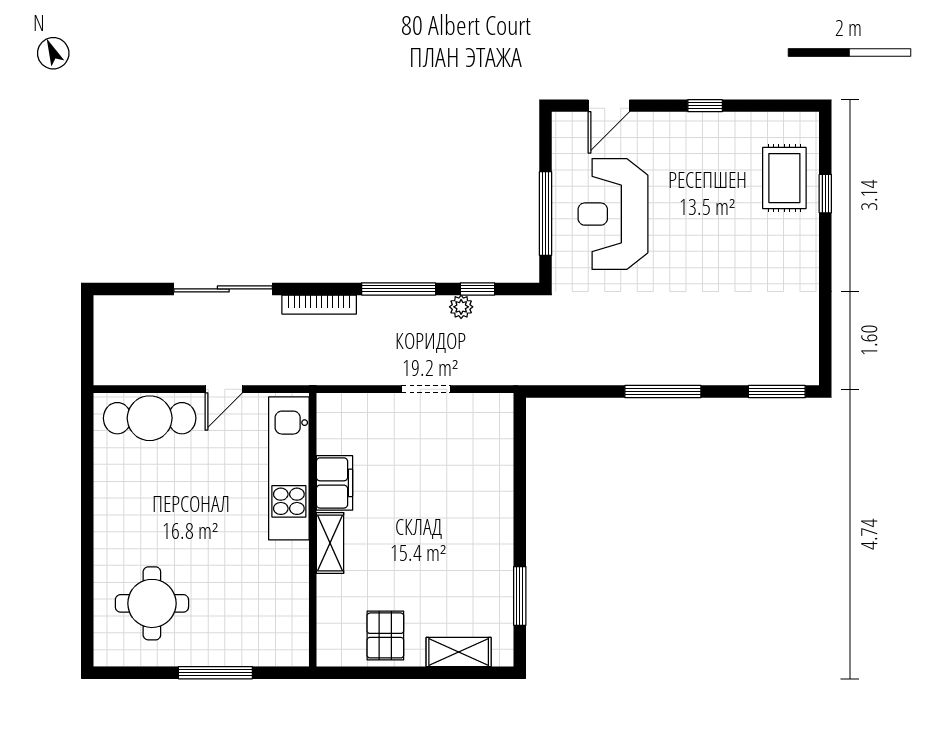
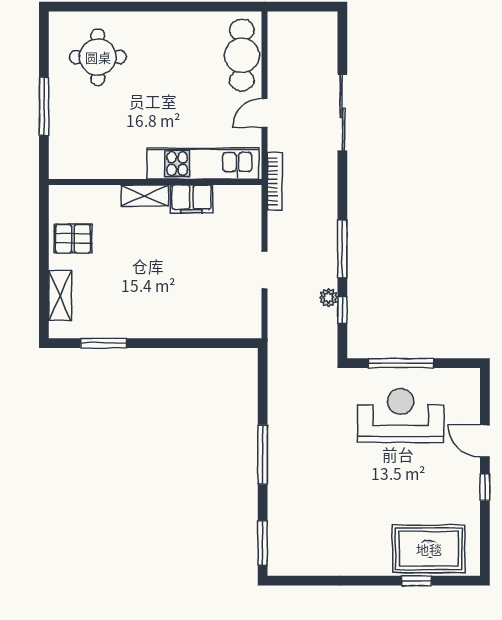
door: (609, 106) -> (485, 441), moved
rug: (784, 178) -> (429, 549), width x1.36, depth x1.43
bookcase: (319, 305) -> (275, 181), moved, turned 180
door: (224, 389) -> (264, 113), hinge flipped

